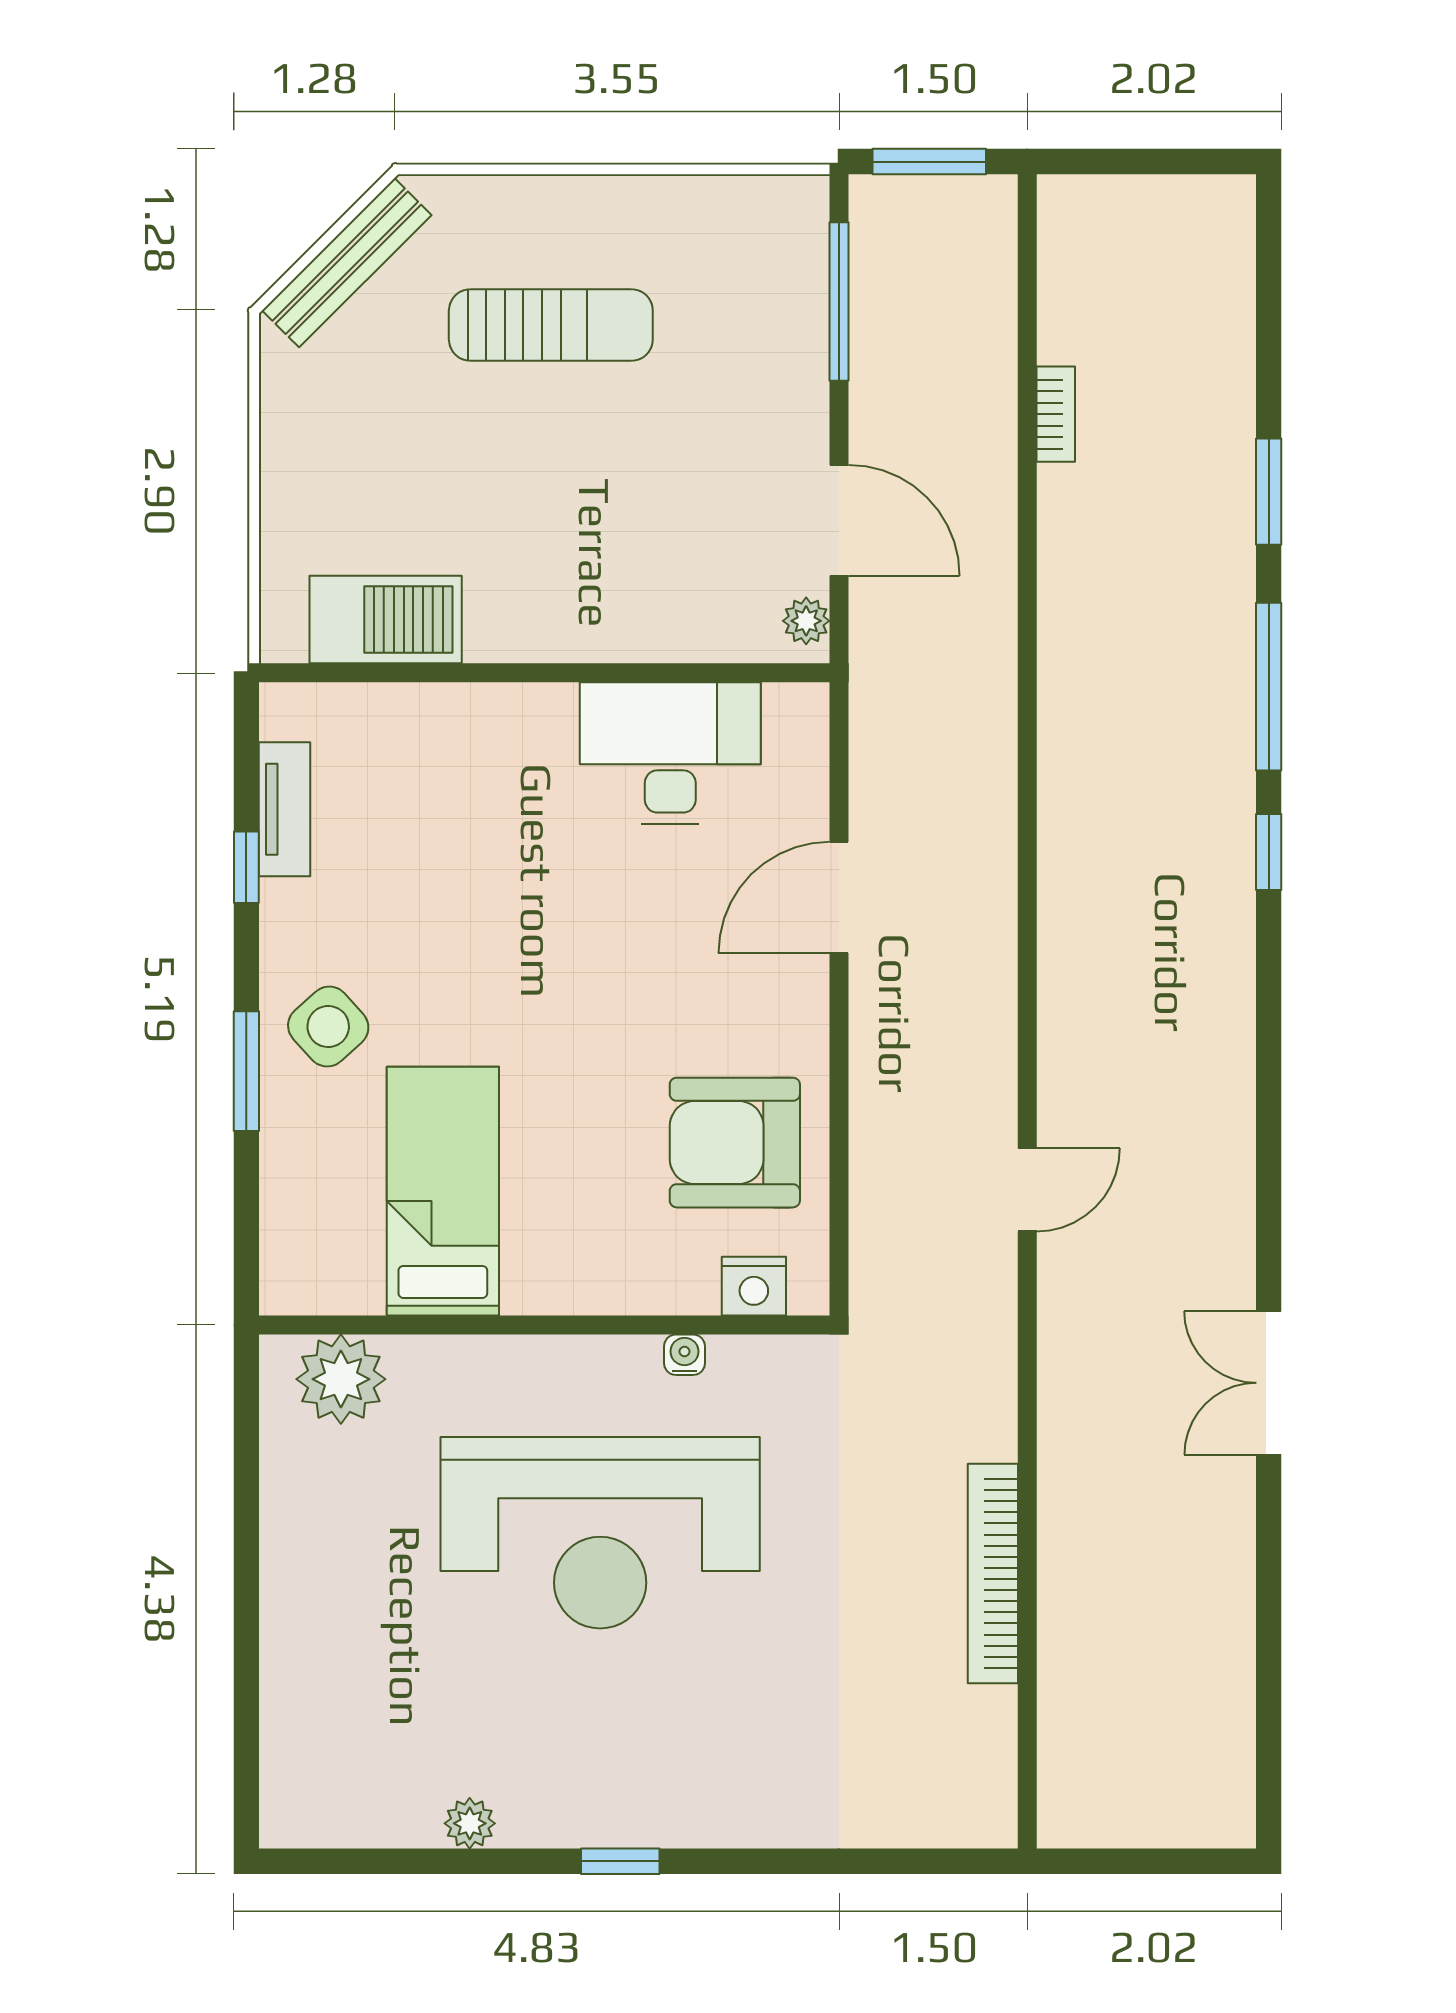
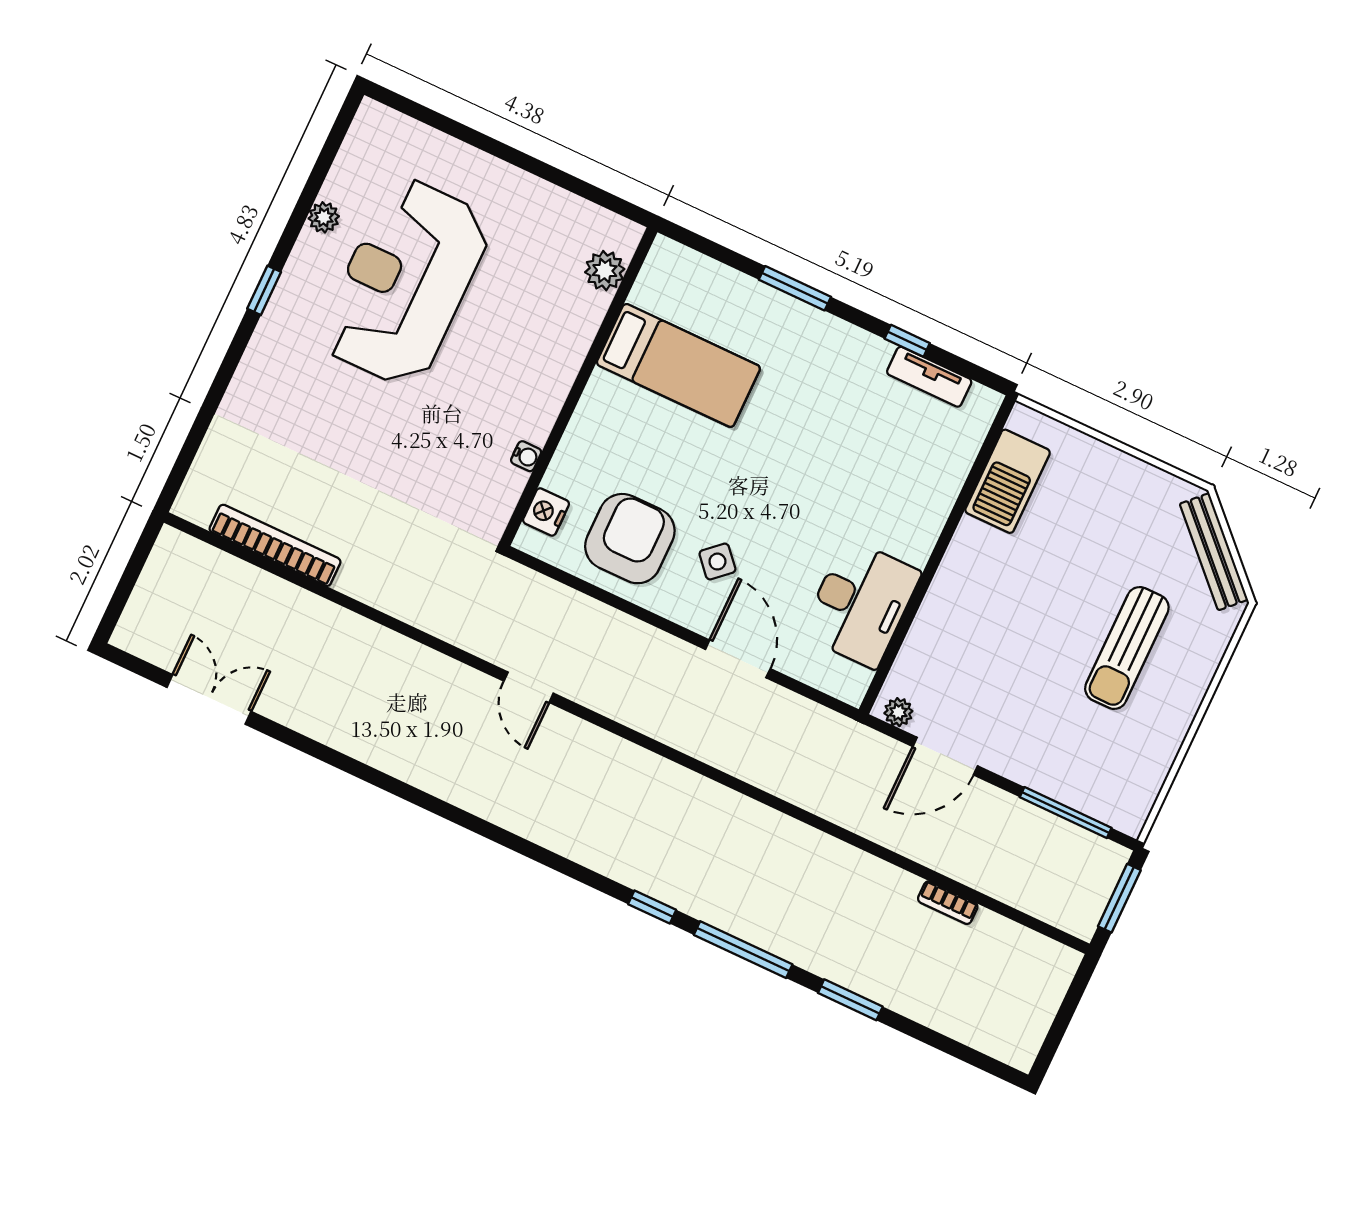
side table: (328, 1027) -> (717, 562), moved, width x0.73, depth x0.73
plant: (341, 1379) -> (605, 271), width x0.73, depth x0.73
double door: (1269, 1383) -> (209, 699), moved
reception desk: (600, 1533) -> (405, 282), moved
bookcase: (993, 1573) -> (275, 545), moved

